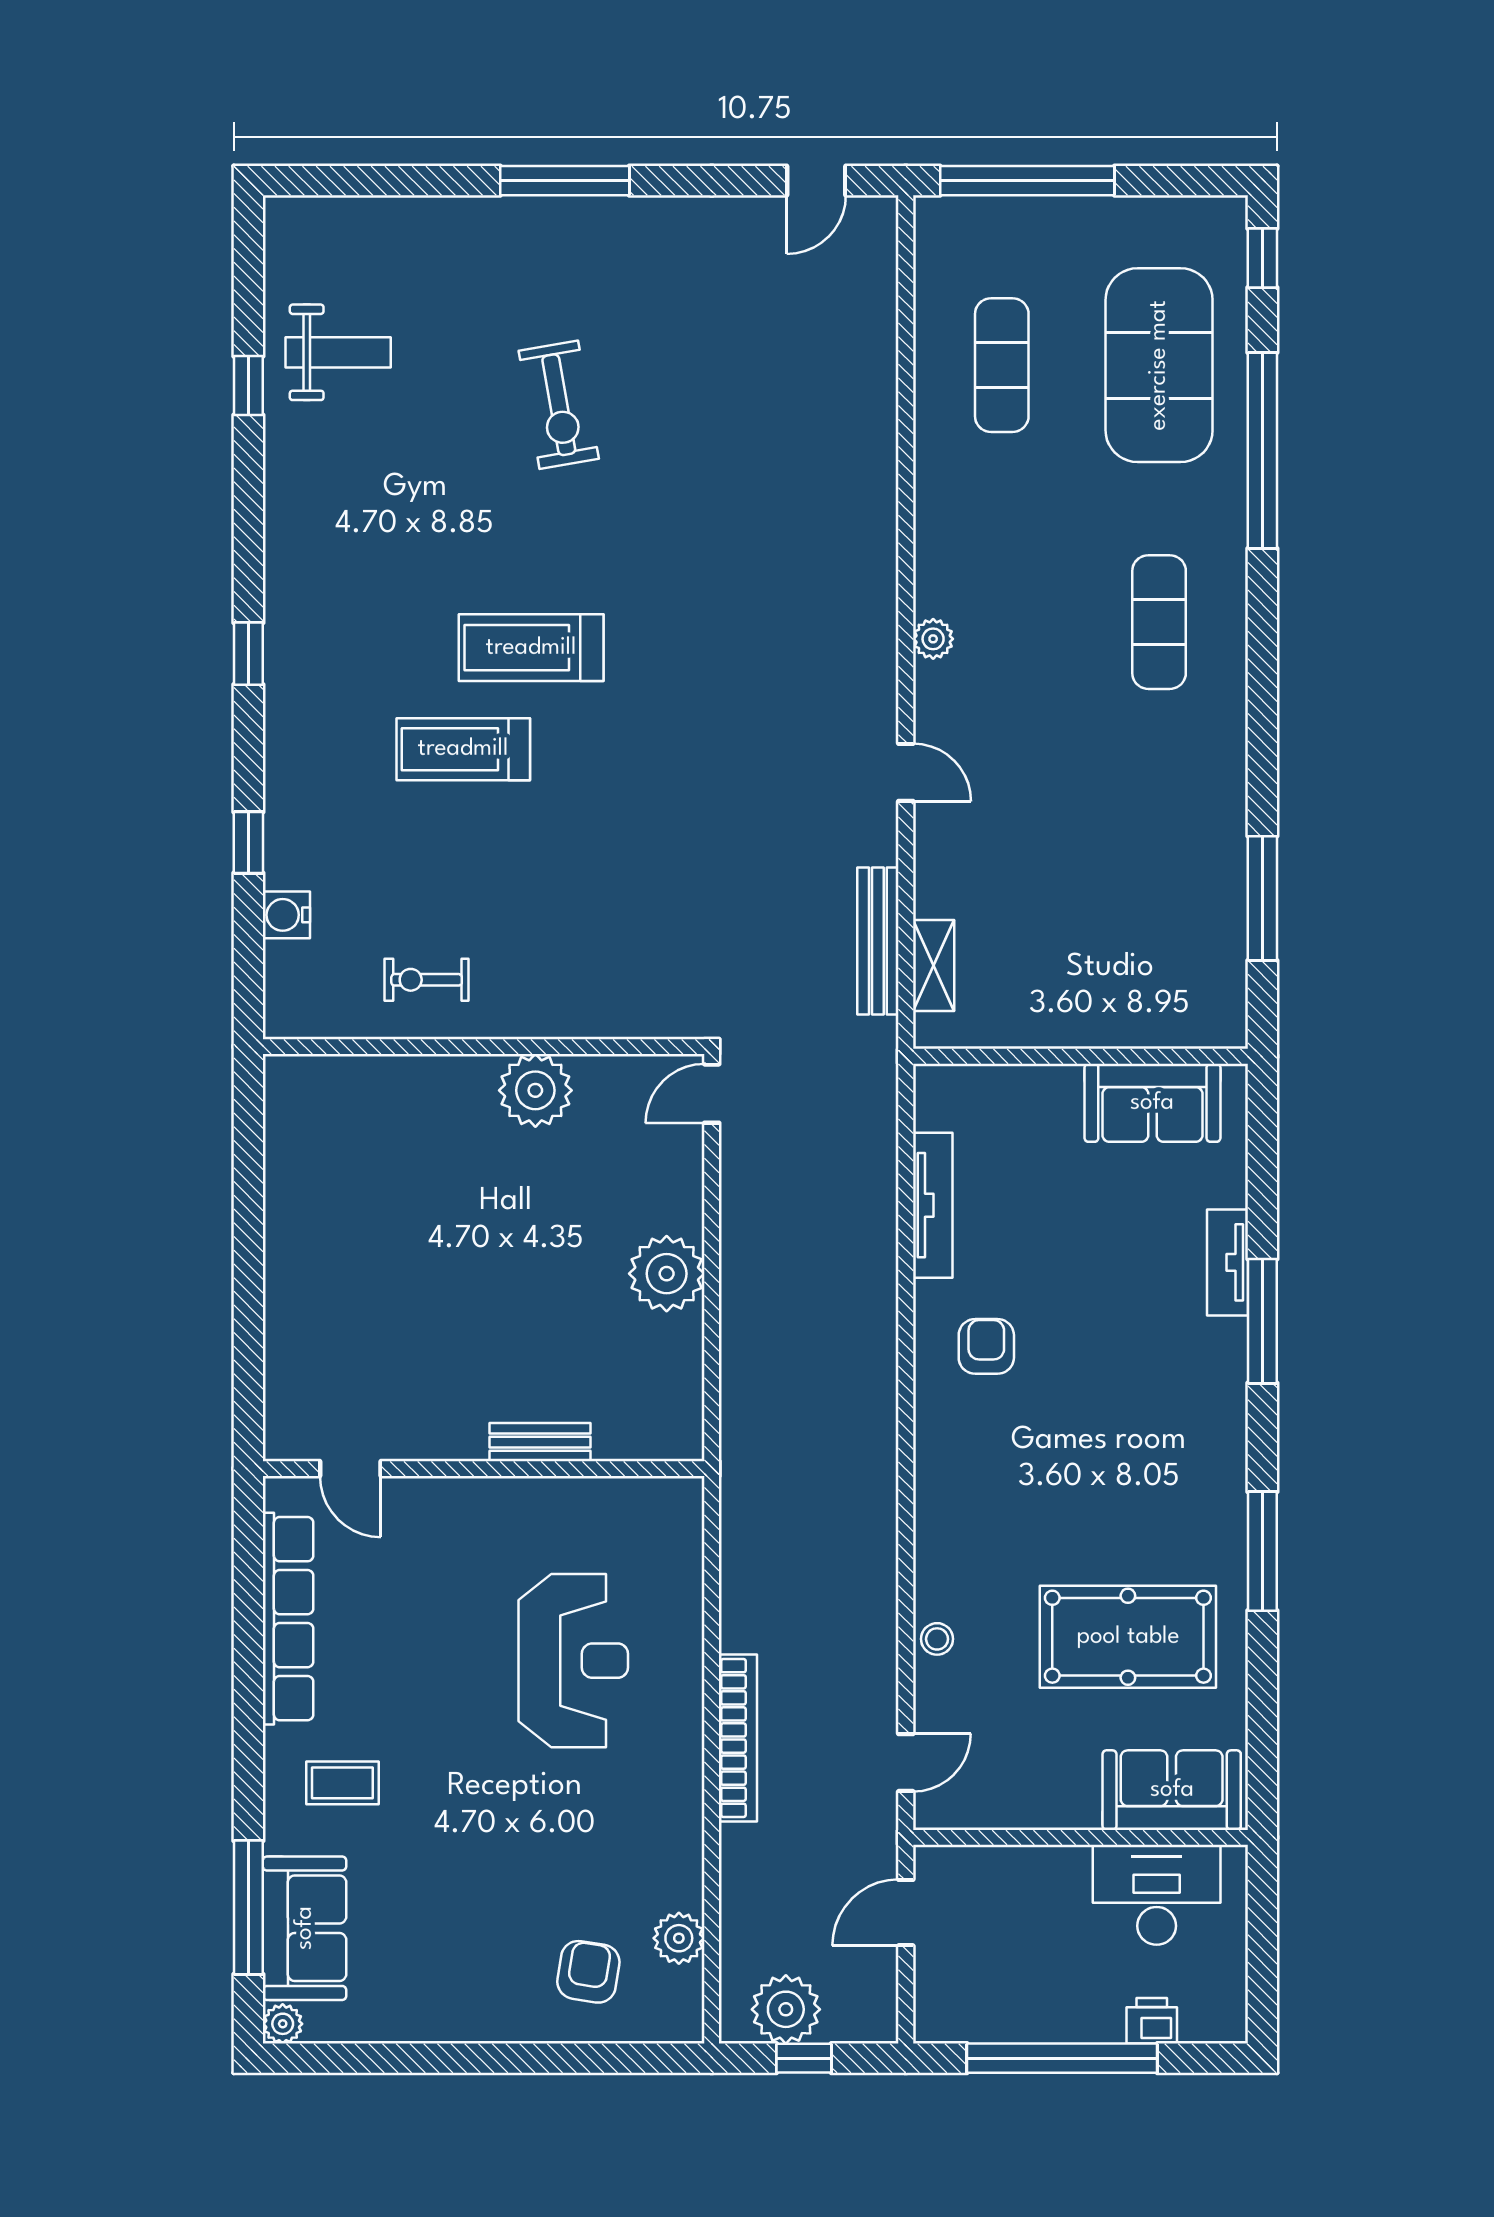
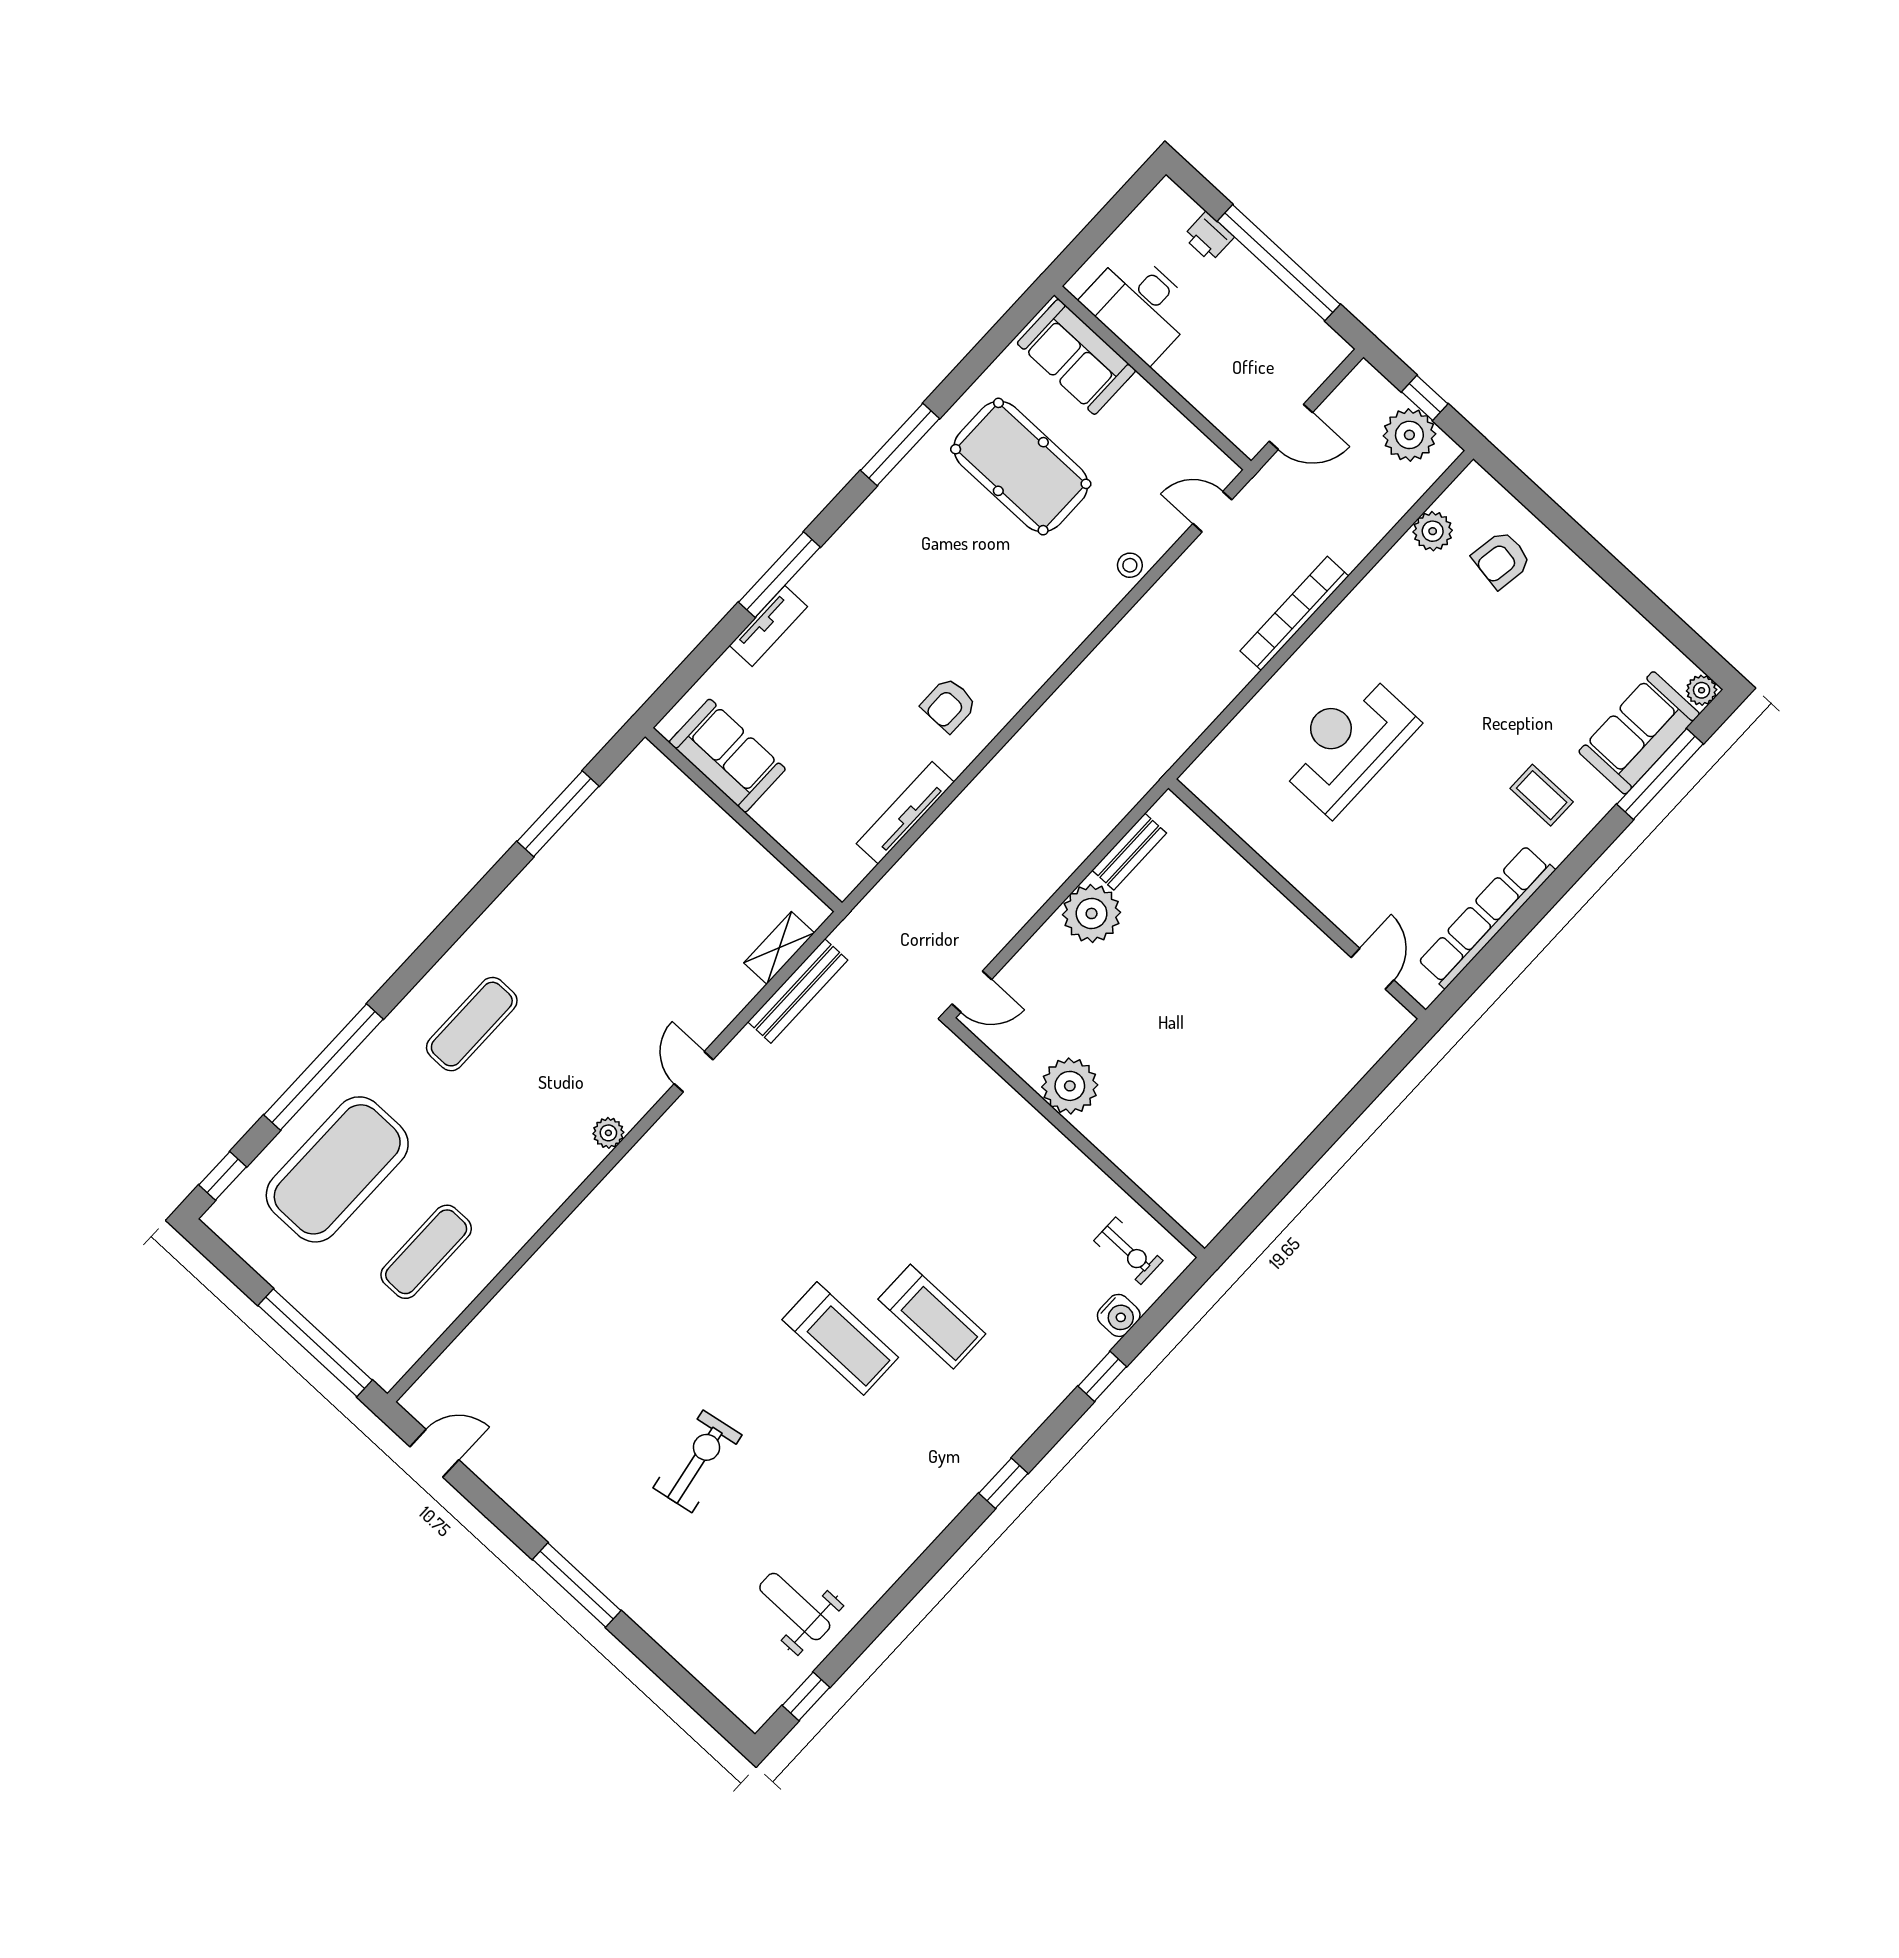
window: (248, 386) -> (806, 1696), moved
exercise bike: (427, 980) -> (1128, 1251), moved
bench: (540, 1442) -> (1129, 852), moved, turned 90

